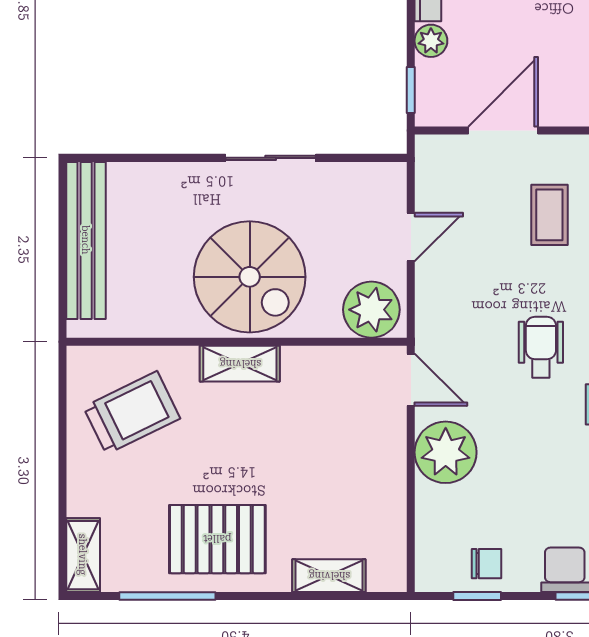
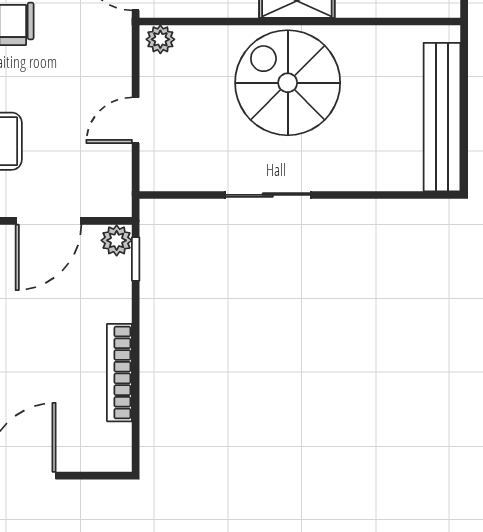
plant: (431, 41) -> (117, 240), moved
plant: (371, 310) -> (160, 39), width x0.53, depth x0.53

